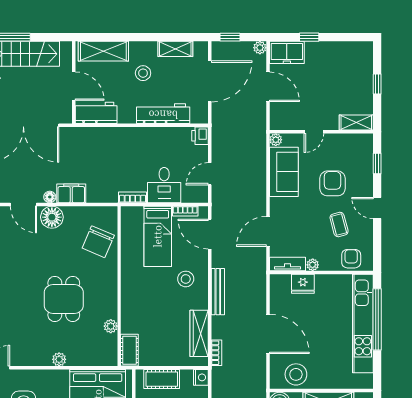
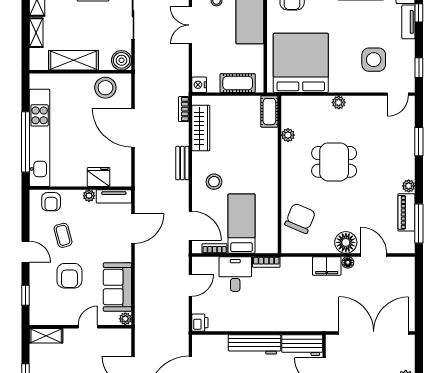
workbench: (163, 114) -> (254, 344), moved
bench: (218, 292) -> (182, 163), width x0.73
dining table: (64, 299) -> (334, 162), turned 90

